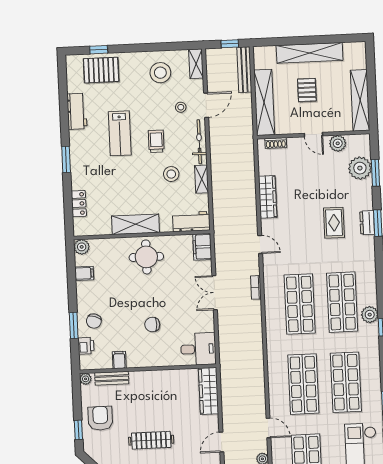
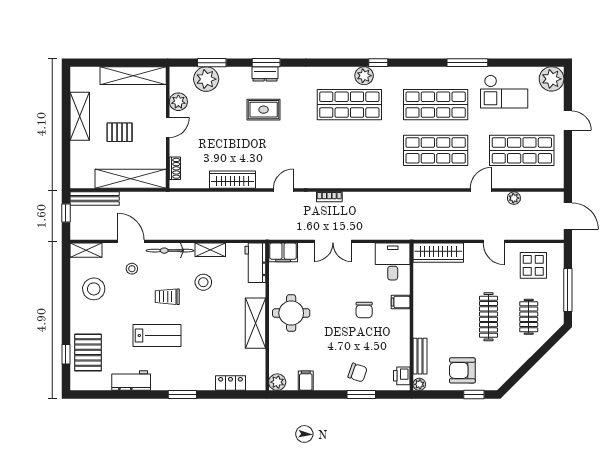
shelving: (310, 53) -> (80, 116), width x0.68
shop shelf: (300, 304) -> (349, 150), removed
printer: (86, 346) -> (402, 376), moved, turned -90
filing cabinet: (119, 360) -> (401, 302), moved

